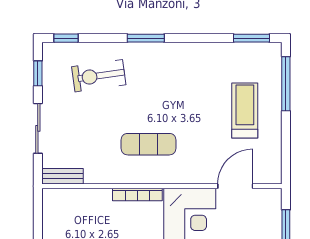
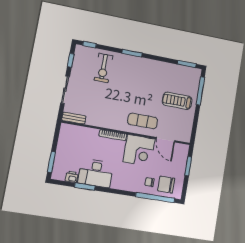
exercise bike: (99, 76) -> (103, 68), turned -82
treadmill: (245, 110) -> (177, 101), turned -90
exercise mat: (149, 144) -> (143, 121), moved
door: (235, 186) -> (166, 140), swing flipped

